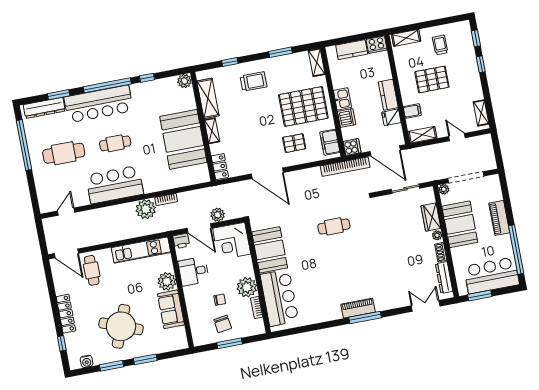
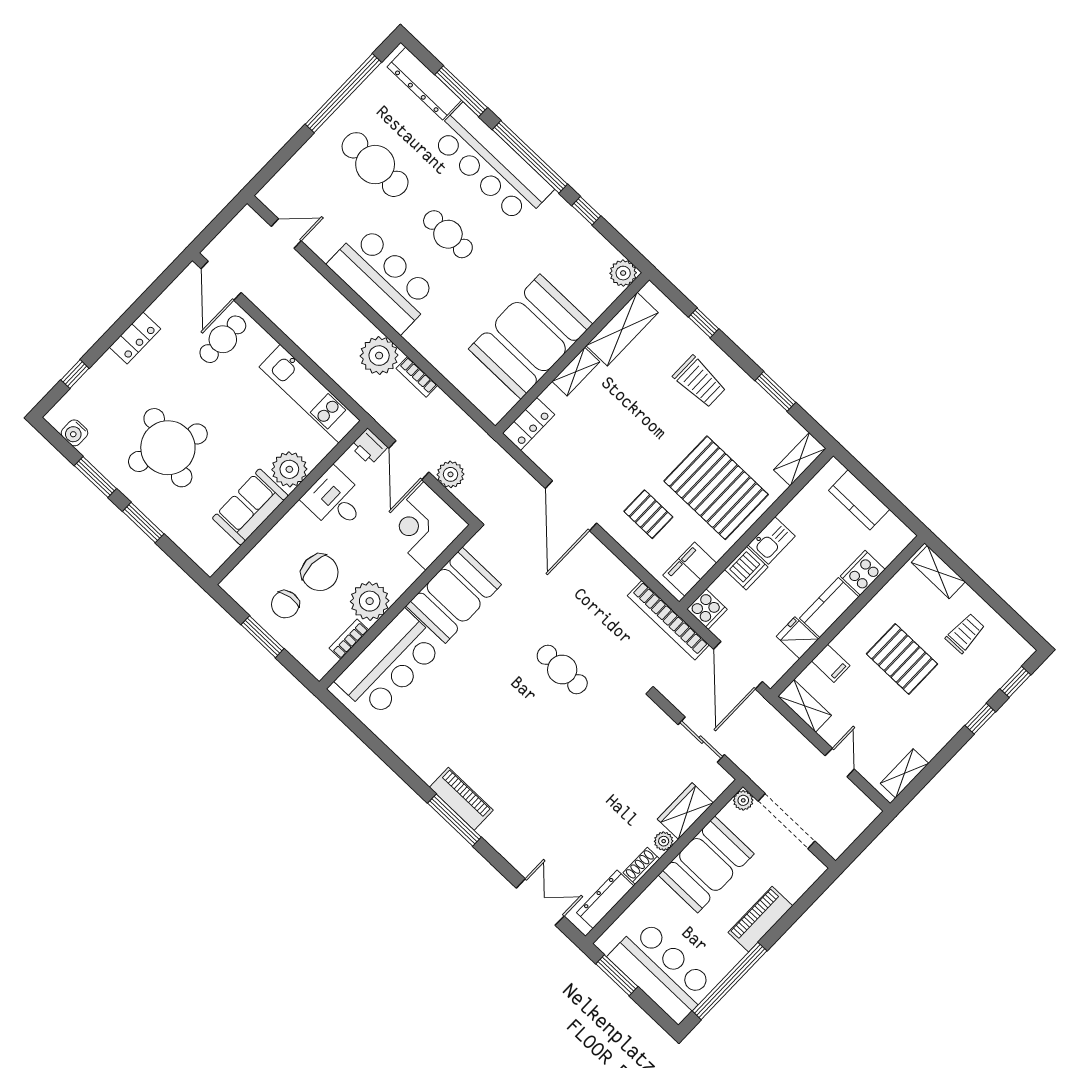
cooker: (377, 45) -> (863, 573), moved, turned 90
window: (59, 95) -> (461, 91), width x1.44
chair: (220, 300) -> (320, 572), width x1.87, depth x1.87
locker: (66, 314) -> (135, 338), width x0.66

